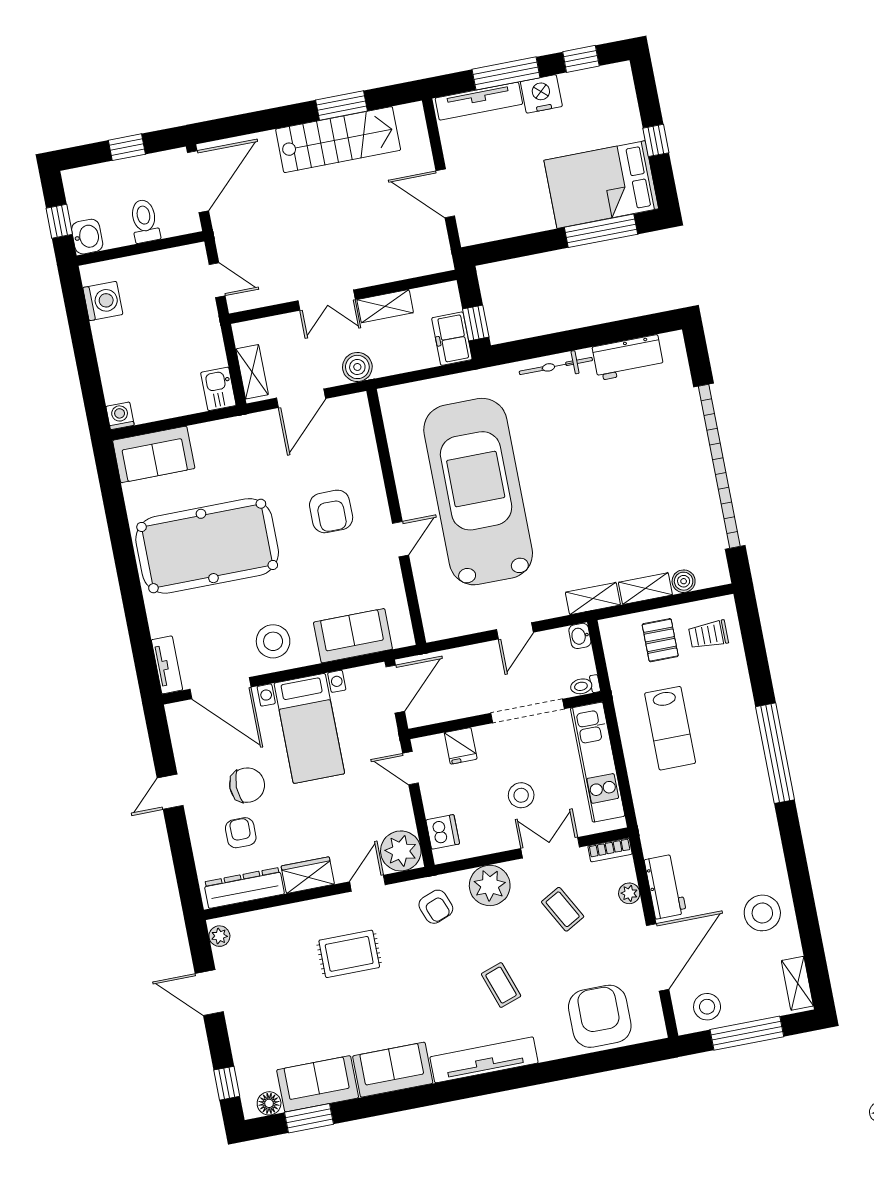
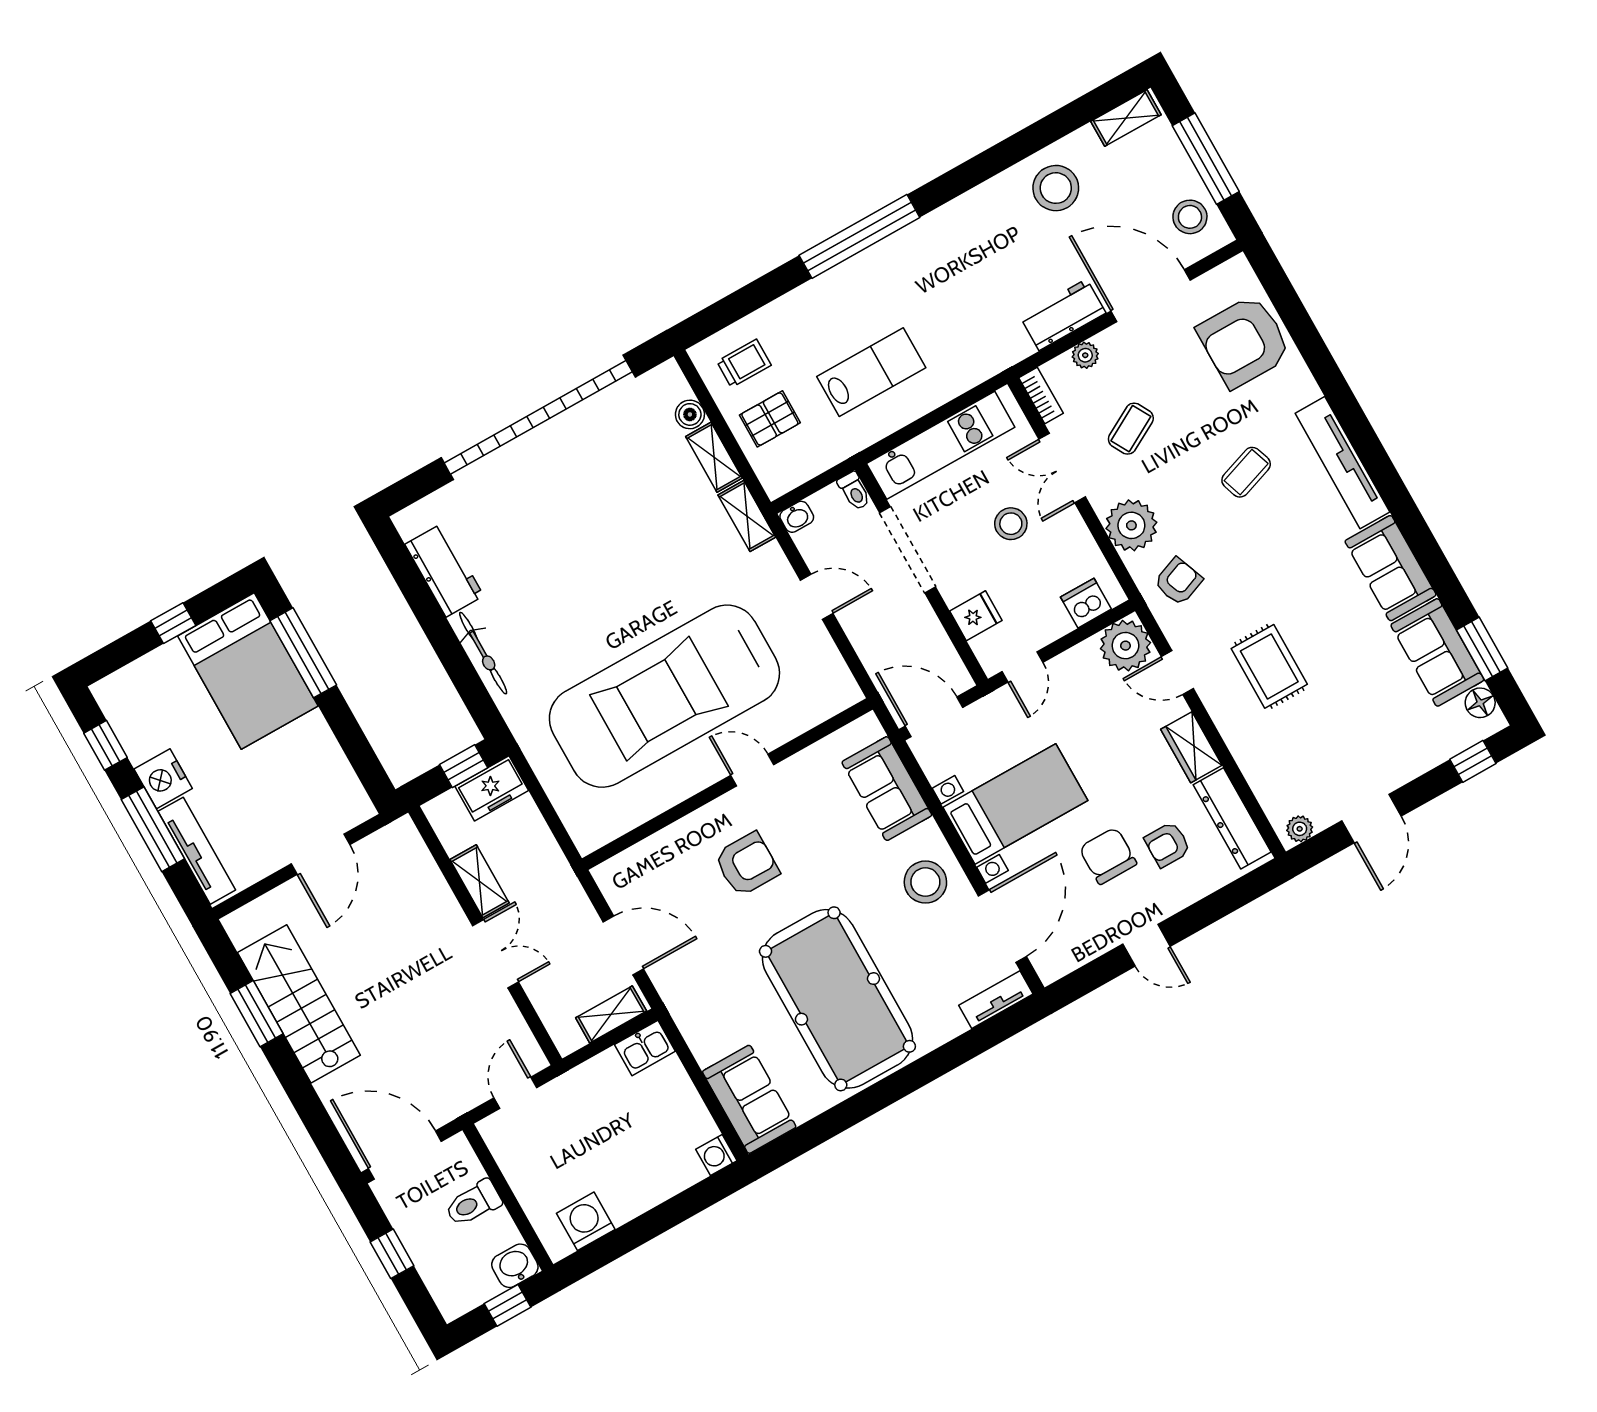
boiler: (357, 367) -> (563, 890), removed
trolley: (709, 635) -> (744, 363), turned -90

